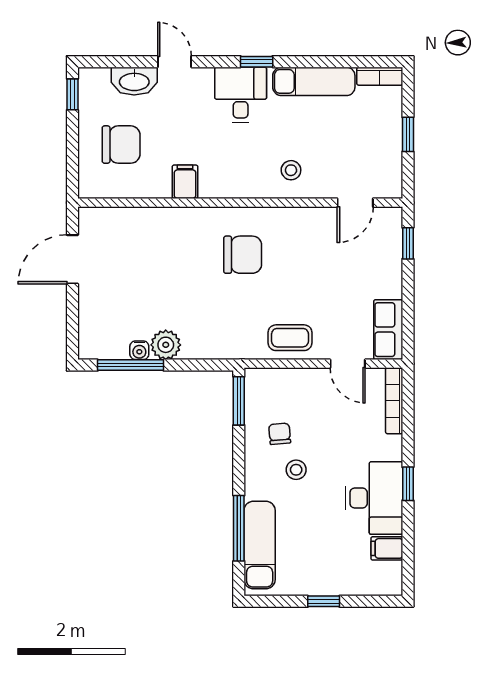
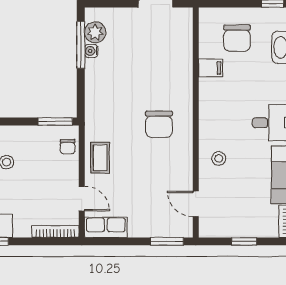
filing cabinet: (185, 182) -> (211, 68), moved
window: (408, 243) -> (167, 241), width x1.50
plant: (166, 345) -> (95, 32), moved
door: (348, 364) -> (82, 199), swing flipped
chair: (280, 434) -> (68, 147), moved, turned 95

